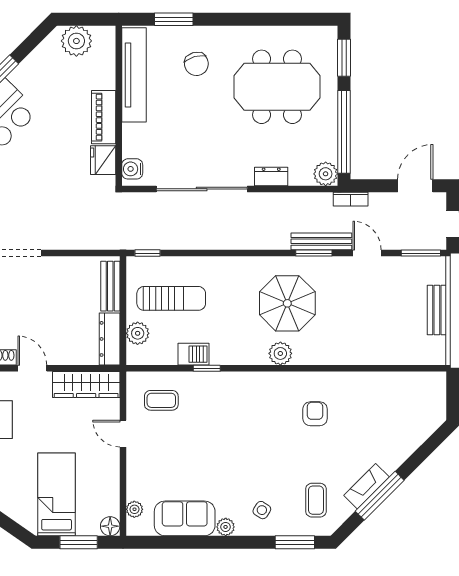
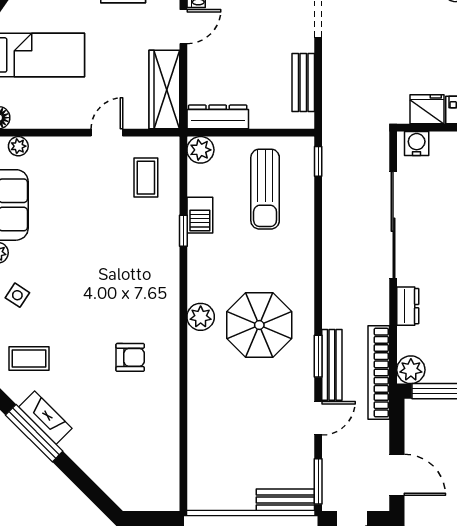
bookcase: (351, 199) -> (379, 373), width x2.31, depth x1.31
bench: (110, 286) -> (303, 83), moved, turned 90
bench: (437, 310) -> (285, 500), moved
plant: (138, 333) -> (200, 150), moved

